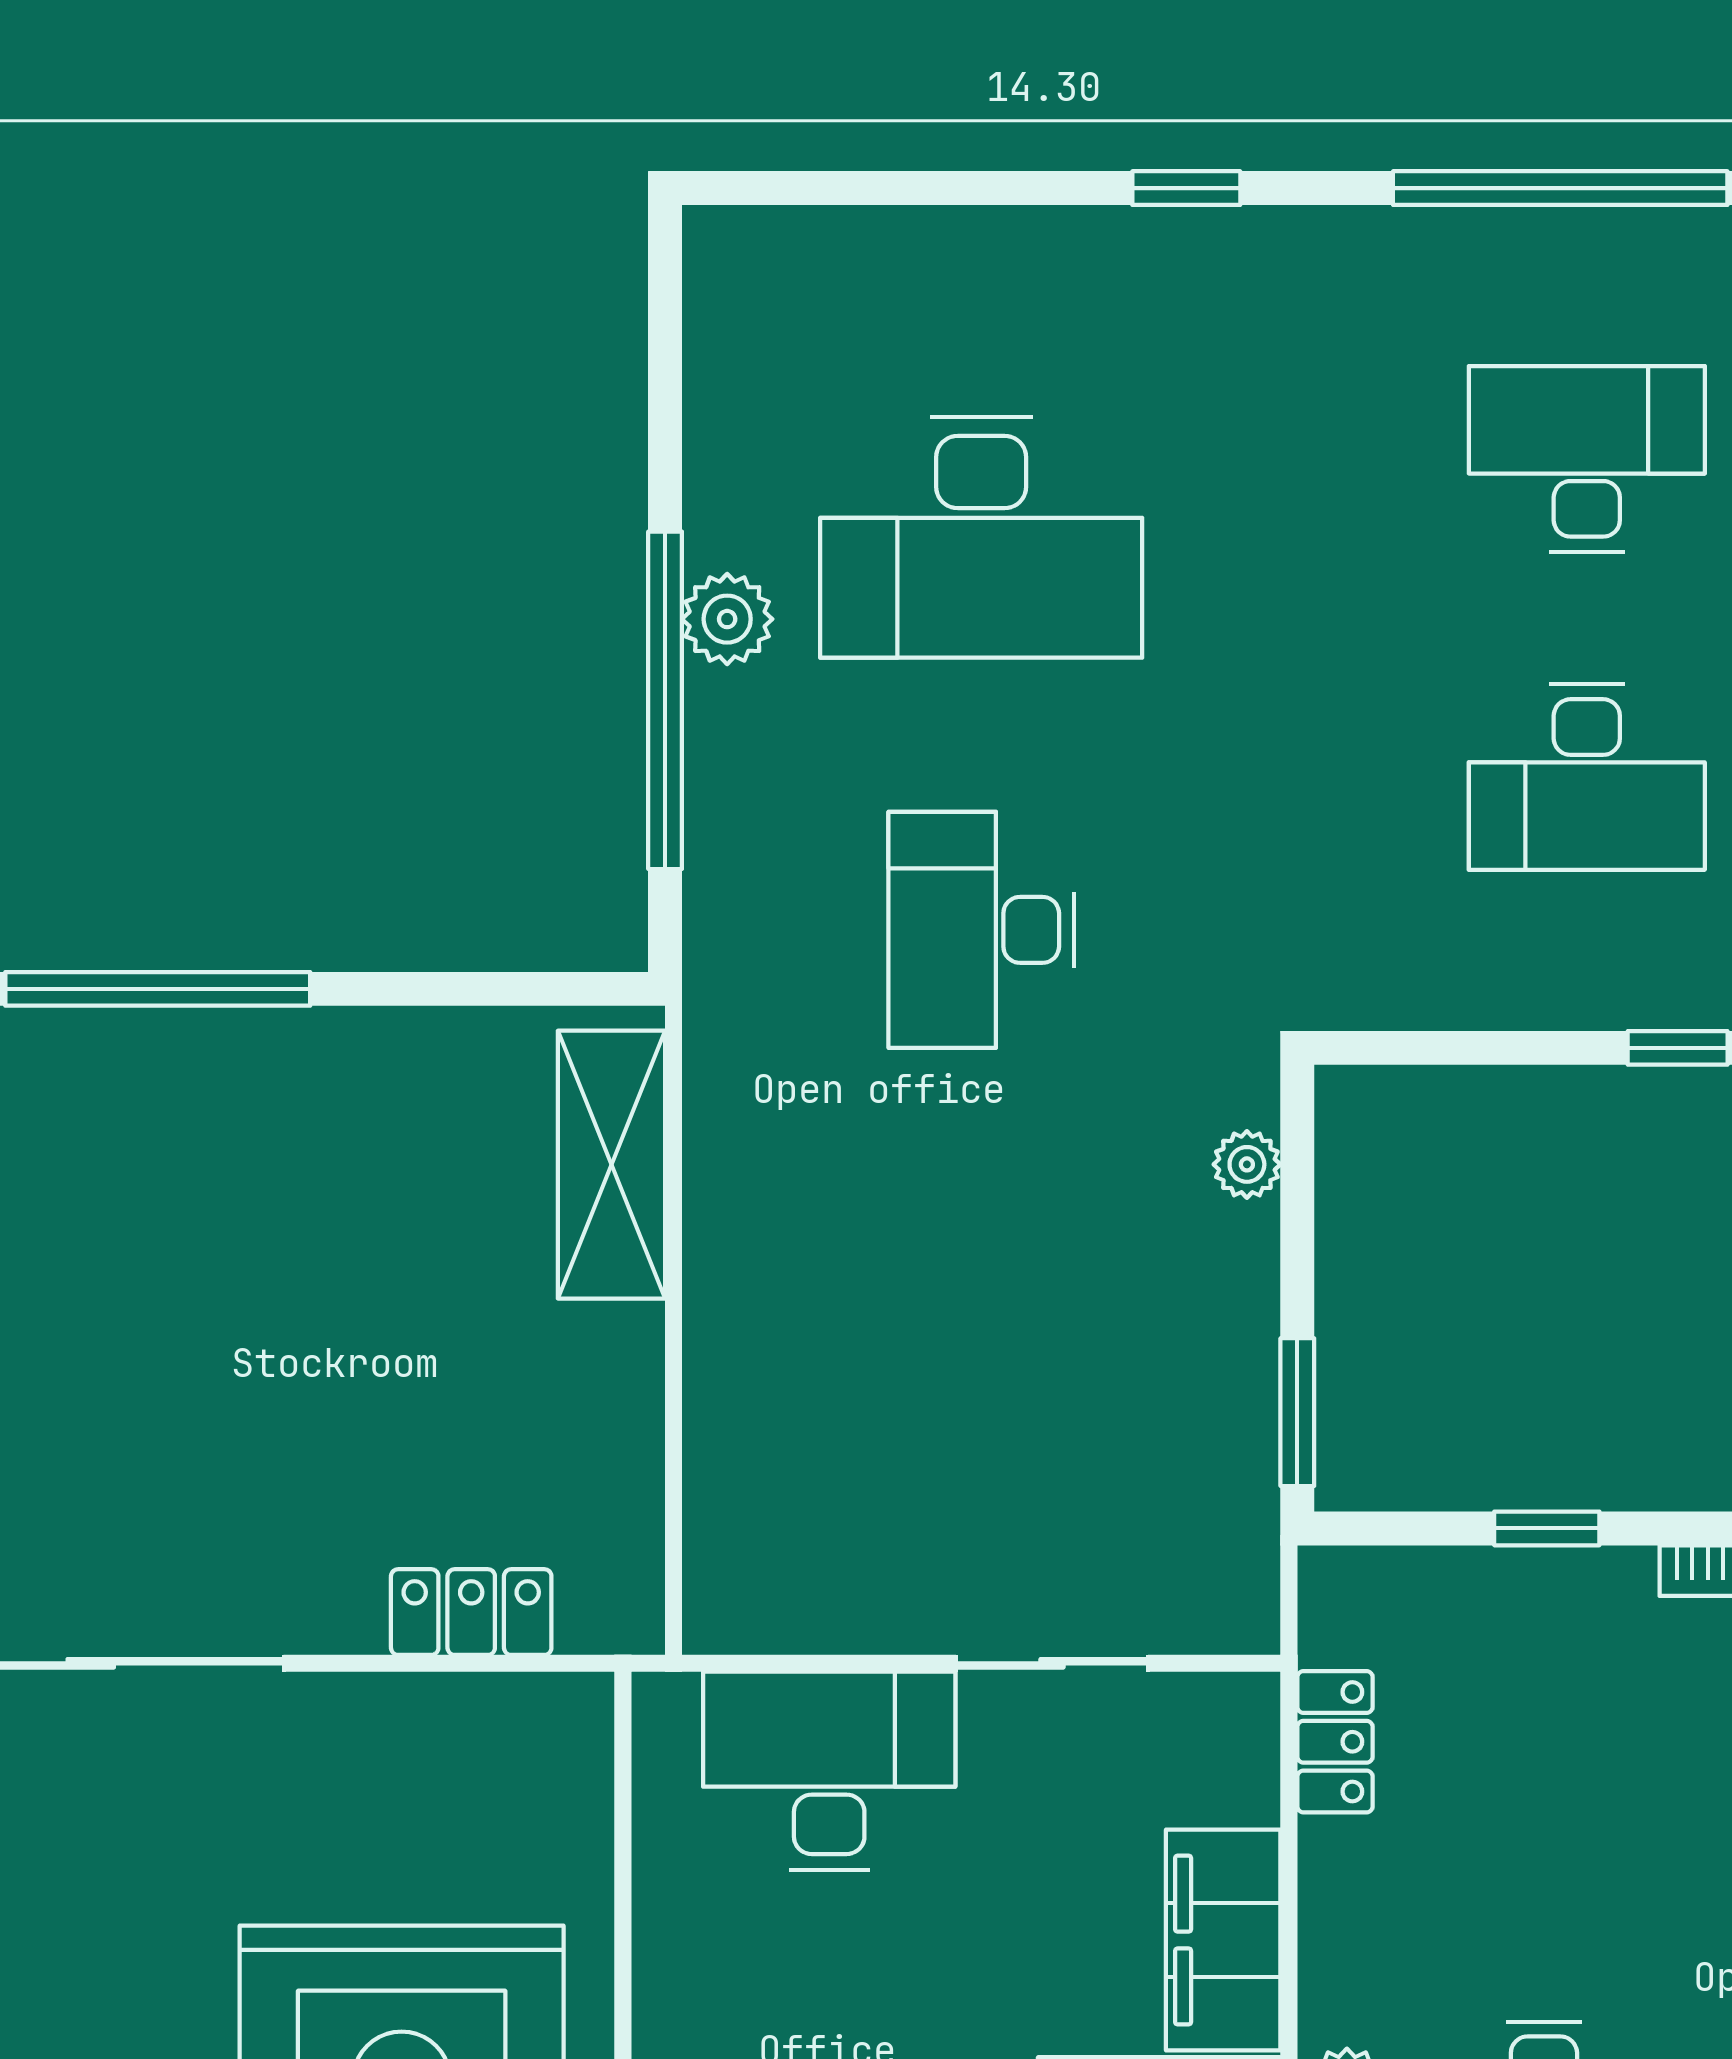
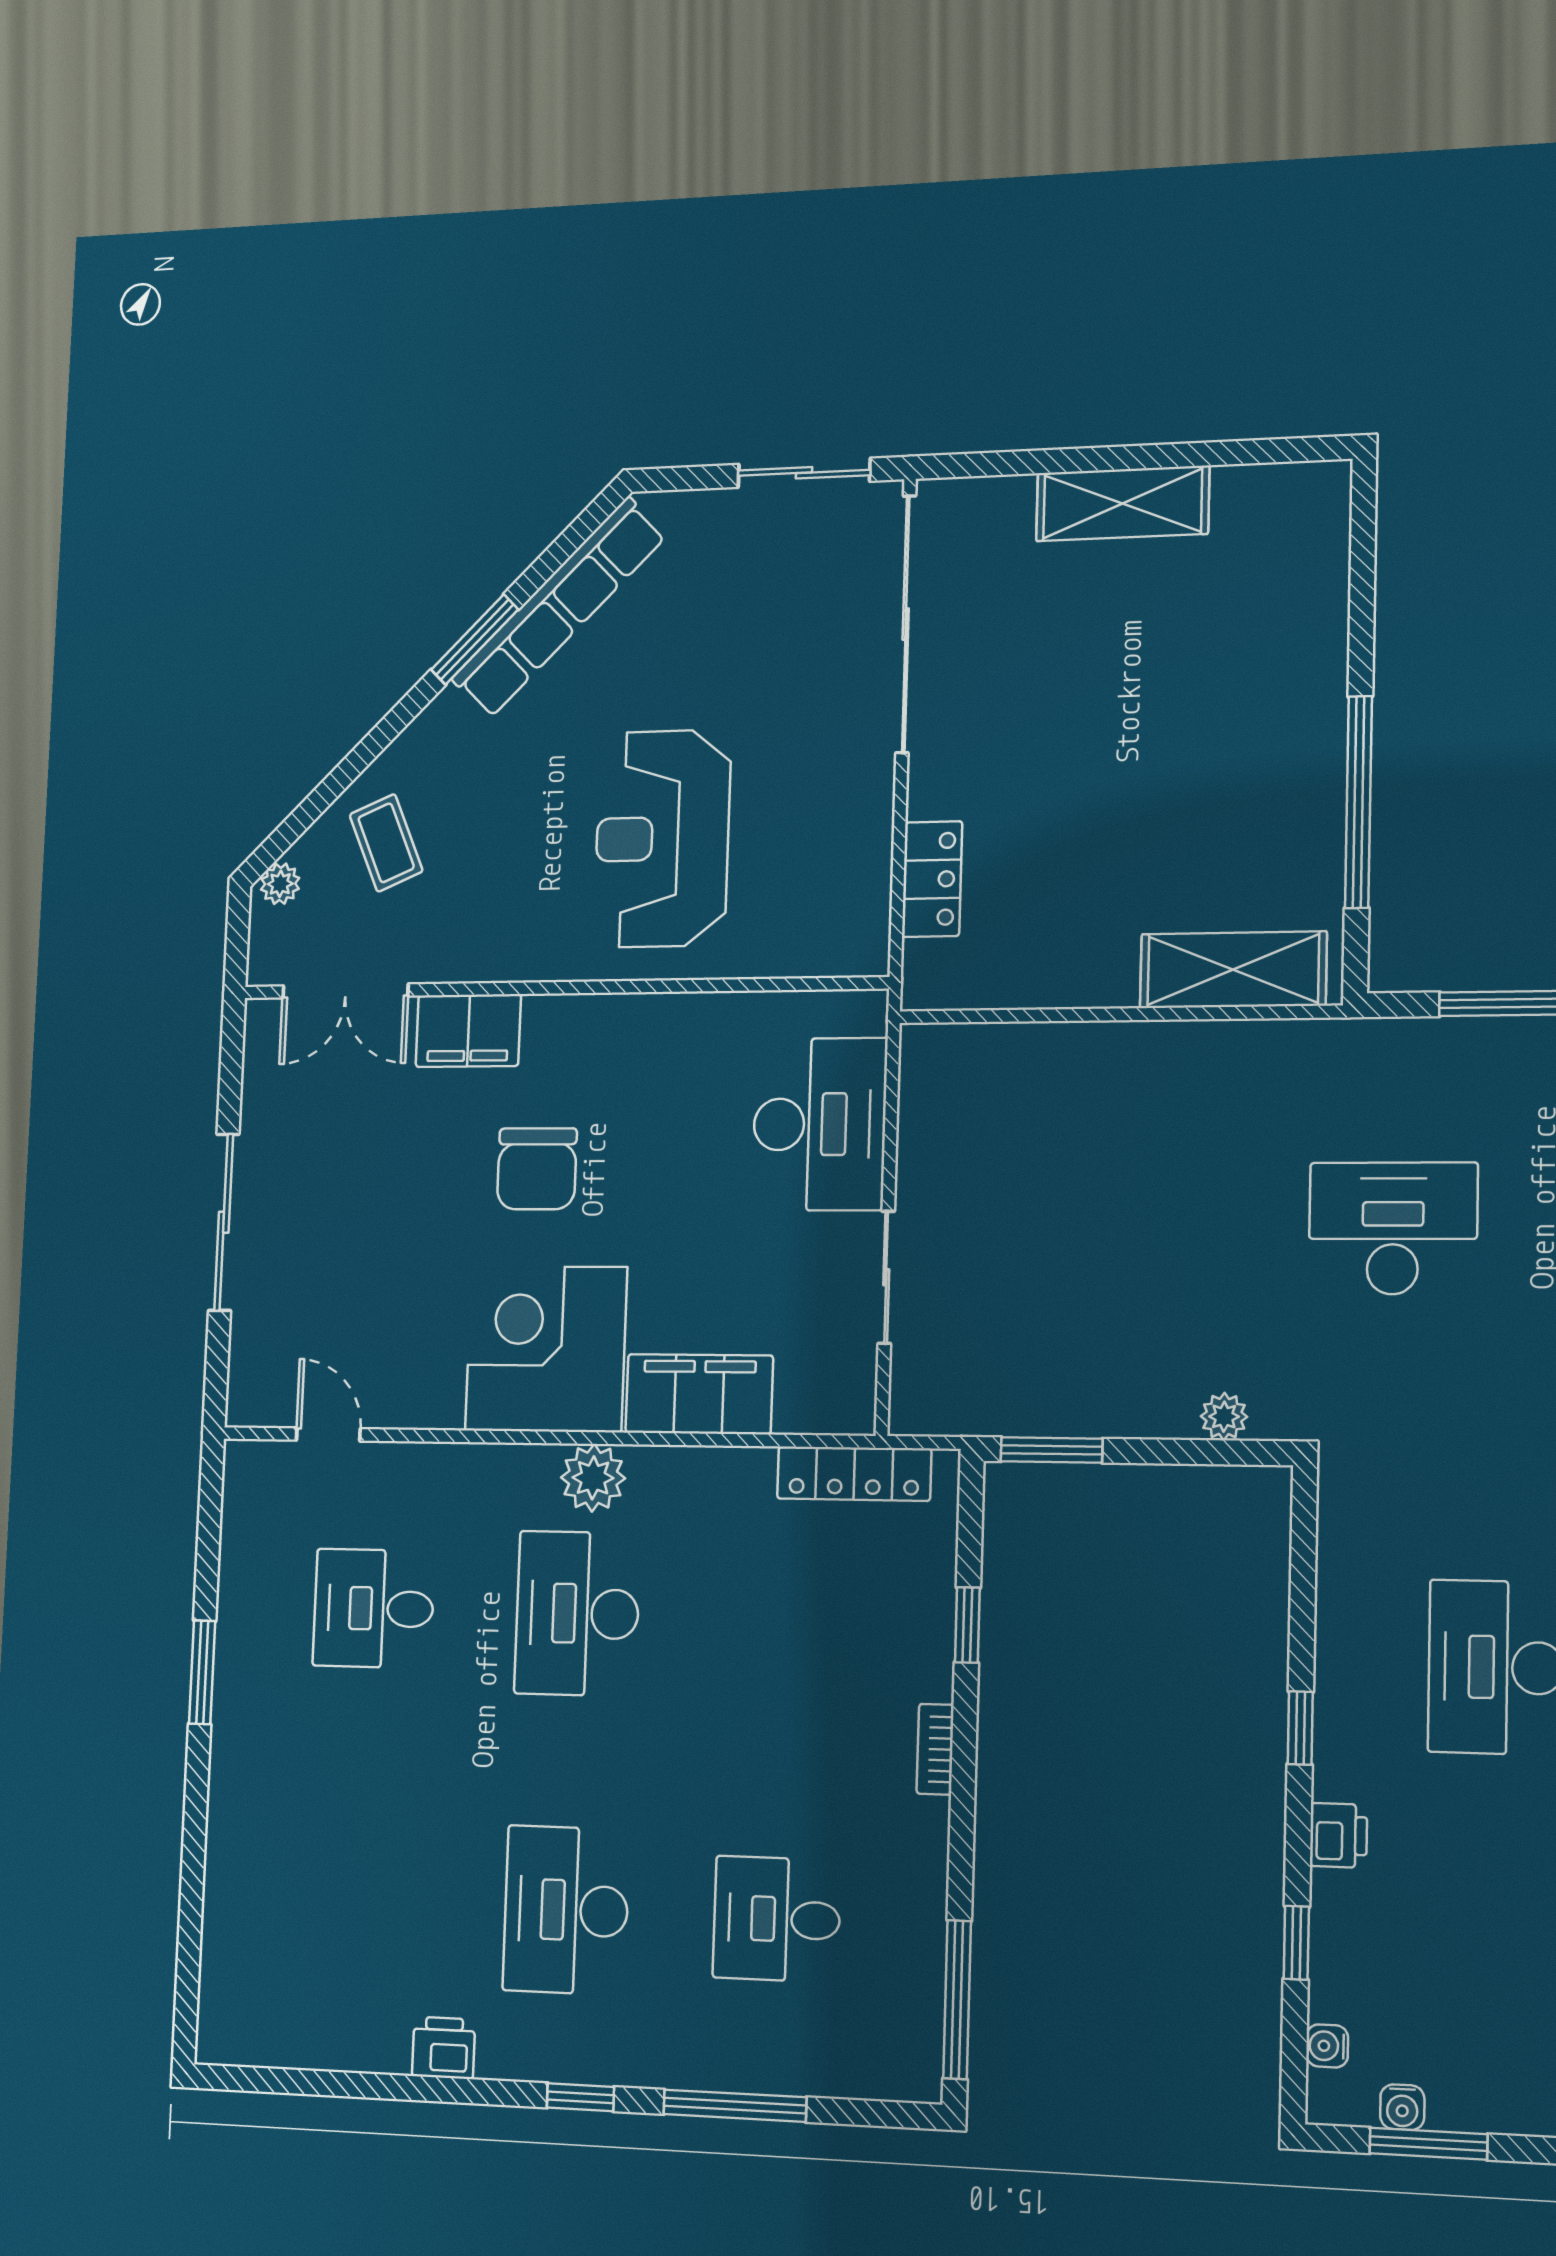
window: (158, 989) -> (1358, 802), moved
locker: (1335, 1742) -> (854, 1474), width x1.53

